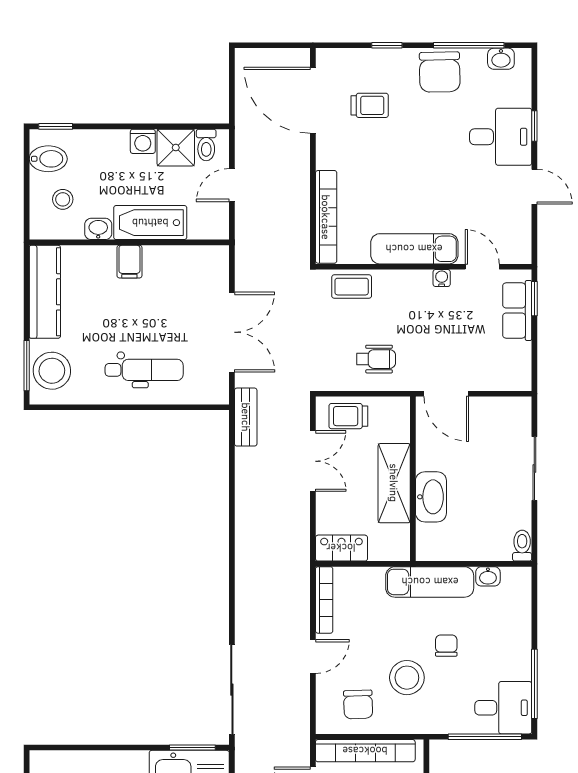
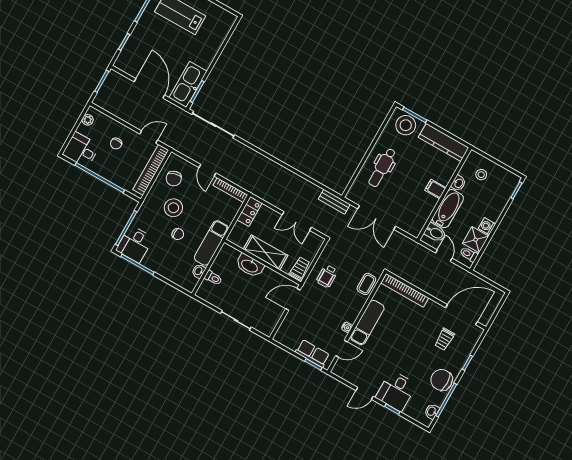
bidet: (48, 159) -> (435, 233), moved, turned -90
trolley: (348, 416) -> (300, 268), moved
toilet: (522, 546) -> (213, 278), moved
chair: (358, 704) -> (174, 178), turned -104

